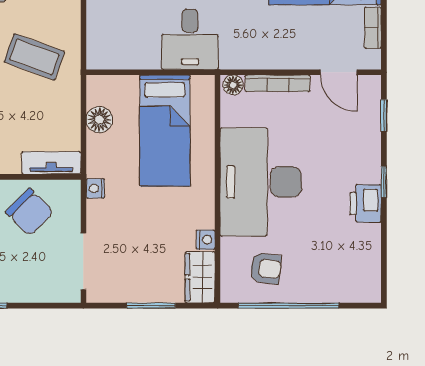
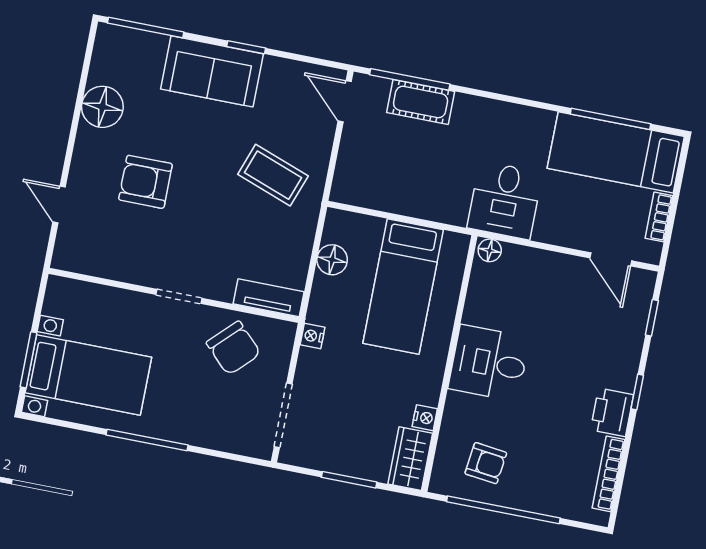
desk: (190, 39) -> (505, 200), moved
bookcase: (278, 83) -> (609, 474), moved, turned 90
desk: (261, 182) -> (489, 363), width x0.53, depth x0.77

